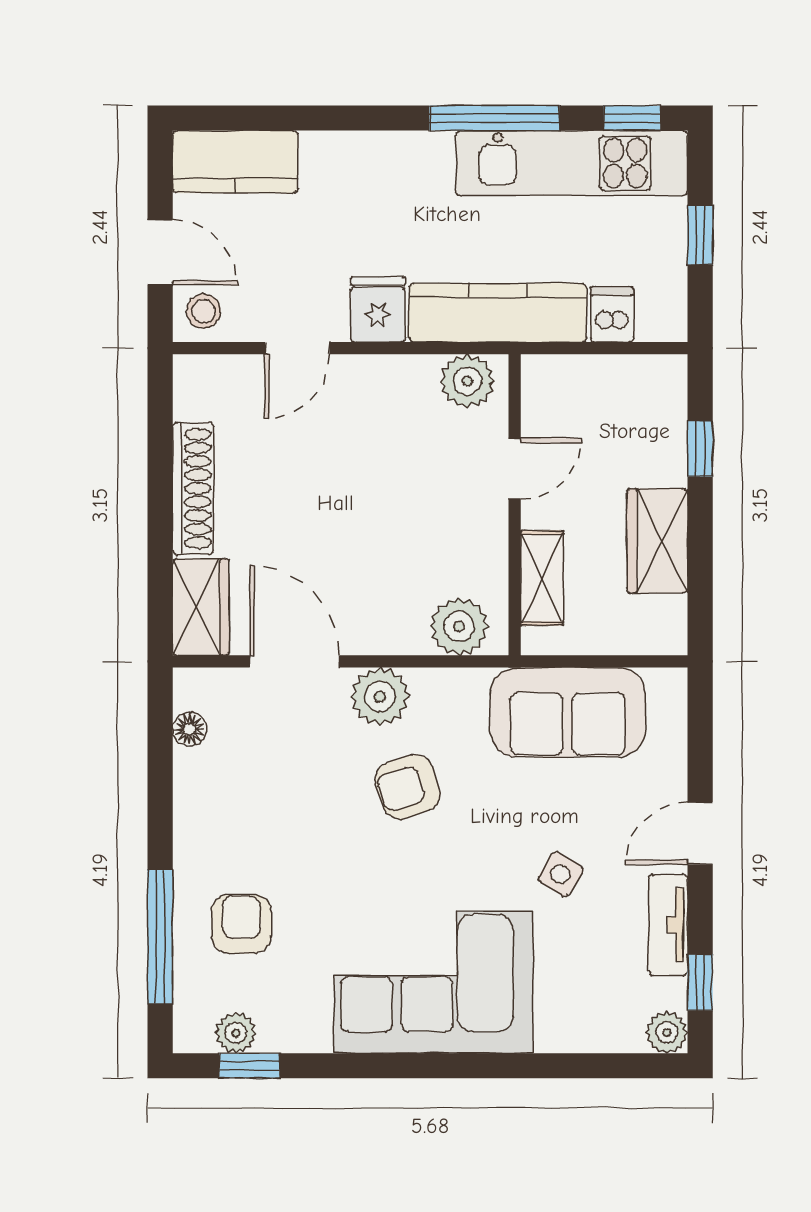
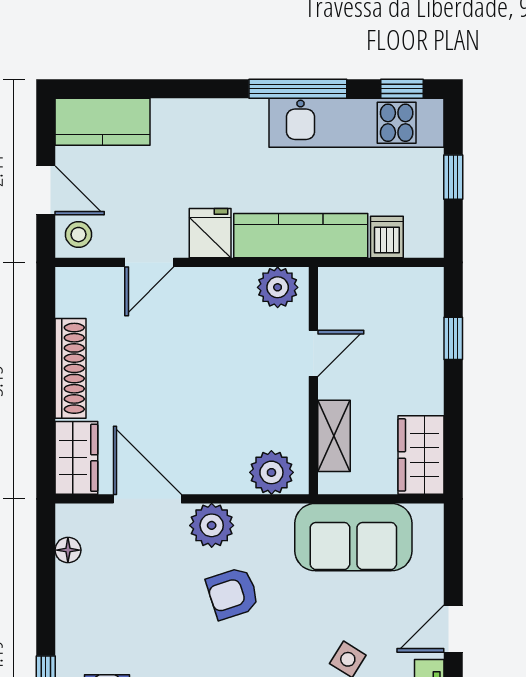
wardrobe: (657, 541) -> (421, 455), moved

